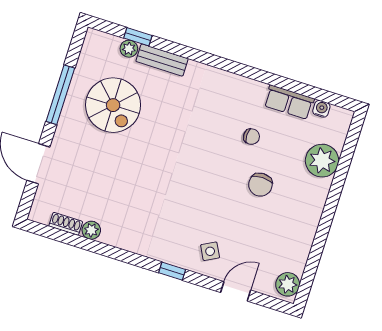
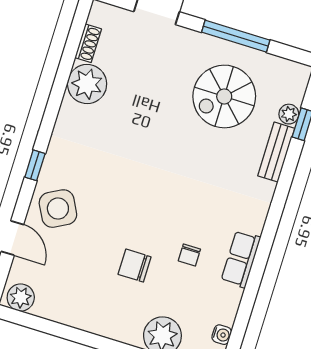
row of seats: (289, 102) -> (241, 259), moved
plant: (91, 230) -> (87, 84), width x1.88, depth x1.88
side table: (210, 251) -> (58, 209), width x1.87, depth x1.87

